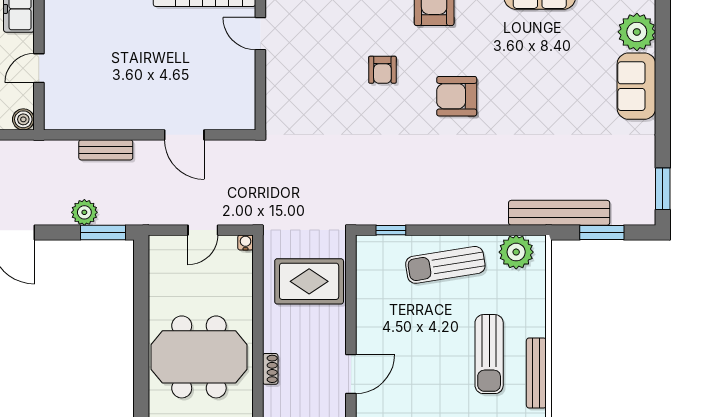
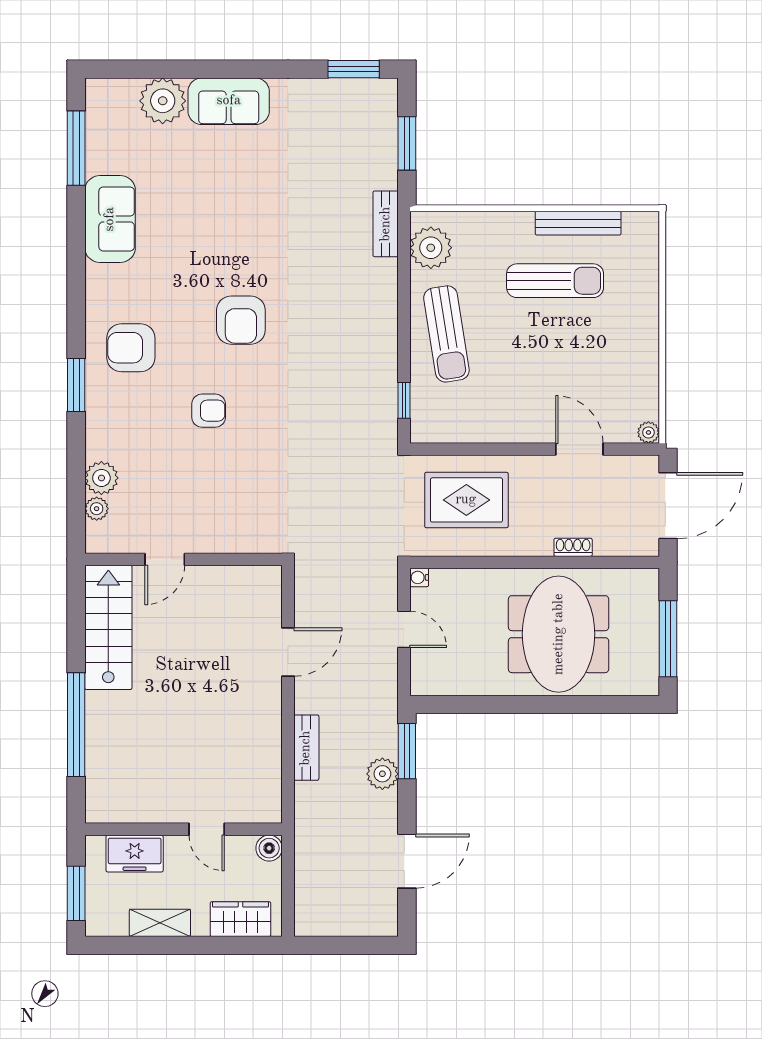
bench: (559, 213) -> (386, 224), width x0.54, depth x0.82
rug: (309, 281) -> (466, 500), turned 90

